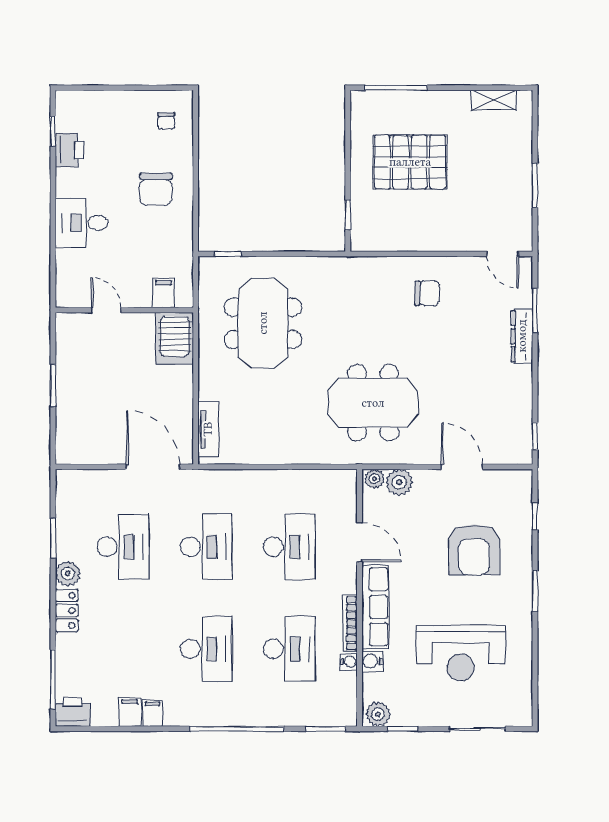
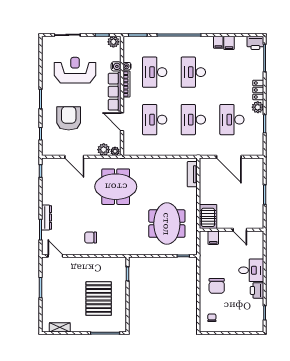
printer: (69, 150) -> (257, 290), moved
pallet: (410, 162) -> (99, 299), turned 90
chair: (156, 189) -> (217, 286), turned 180
door: (153, 467) -> (229, 157), moved

